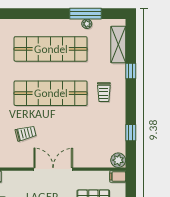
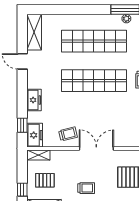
trolley: (26, 133) -> (68, 134), moved

